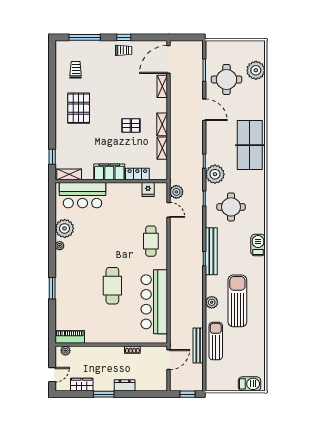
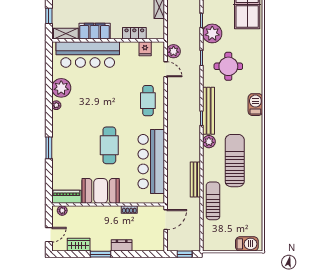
filing cabinet: (109, 172) -> (95, 31), moved
bar counter: (82, 195) -> (88, 54), width x1.36
plant: (212, 302) -> (209, 142), moved
booth: (104, 331) -> (101, 191), added
bench: (198, 346) -> (195, 180), moved

